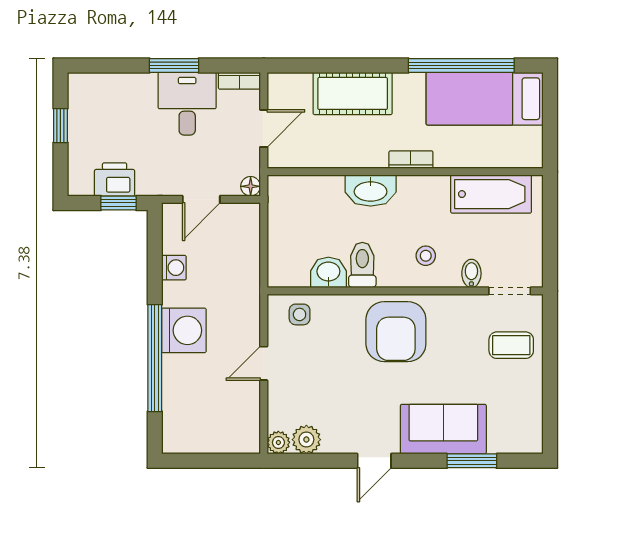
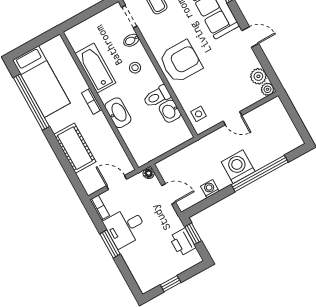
bathtub: (491, 194) -> (95, 68), moved

